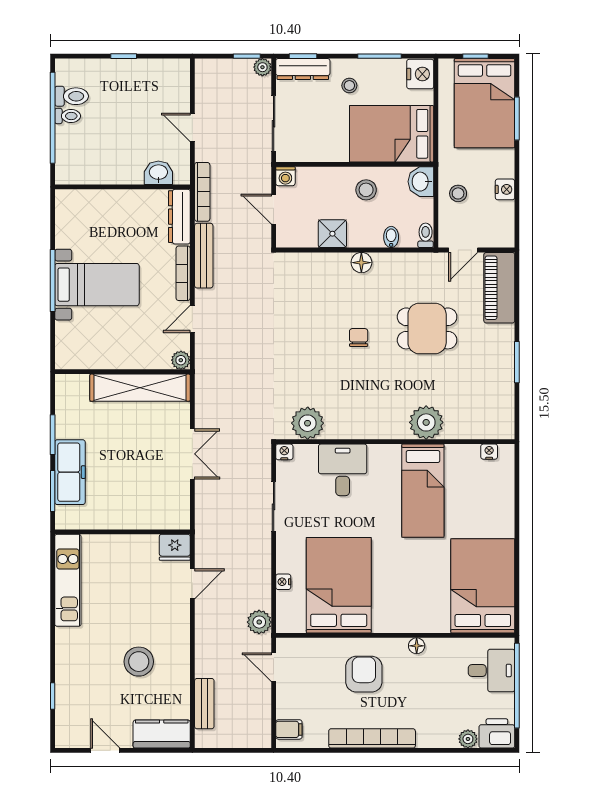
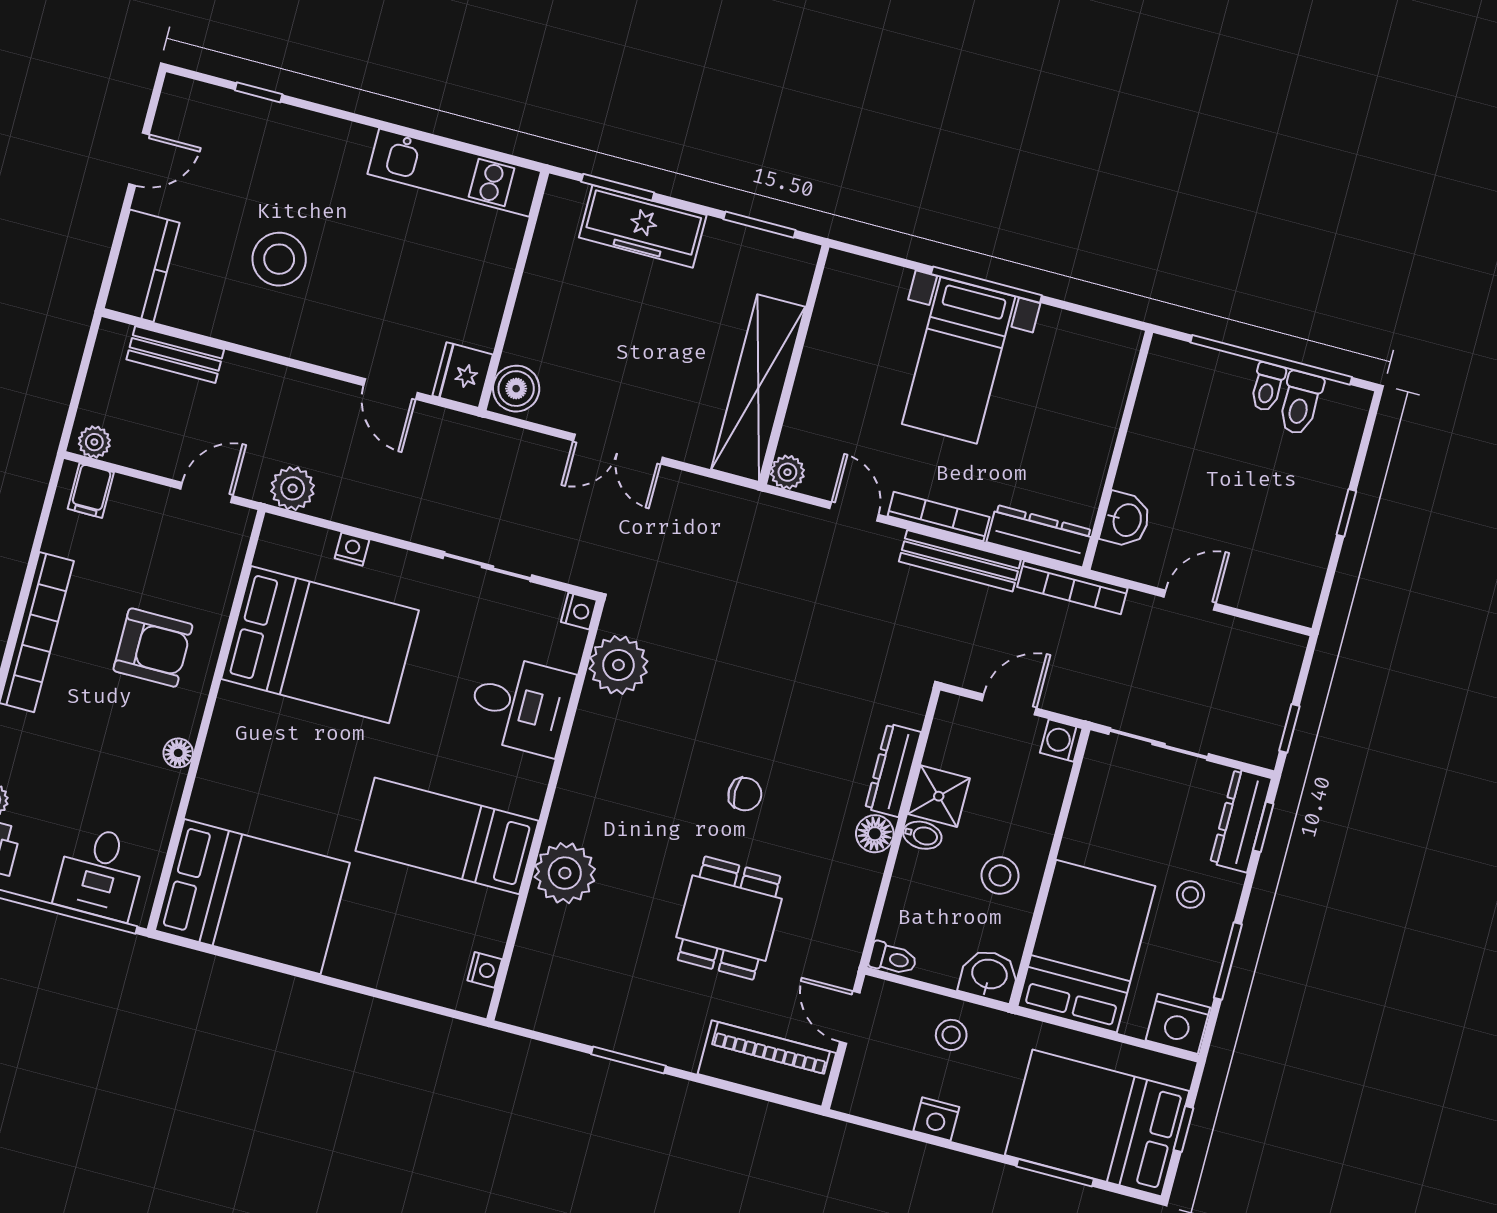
plant: (262, 67) -> (94, 442), moved
bidet: (391, 237) -> (922, 835), moved
dresser: (325, 262) -> (893, 770), added
window: (53, 435) -> (760, 225), moved
boiler: (174, 517) -> (516, 389), added

